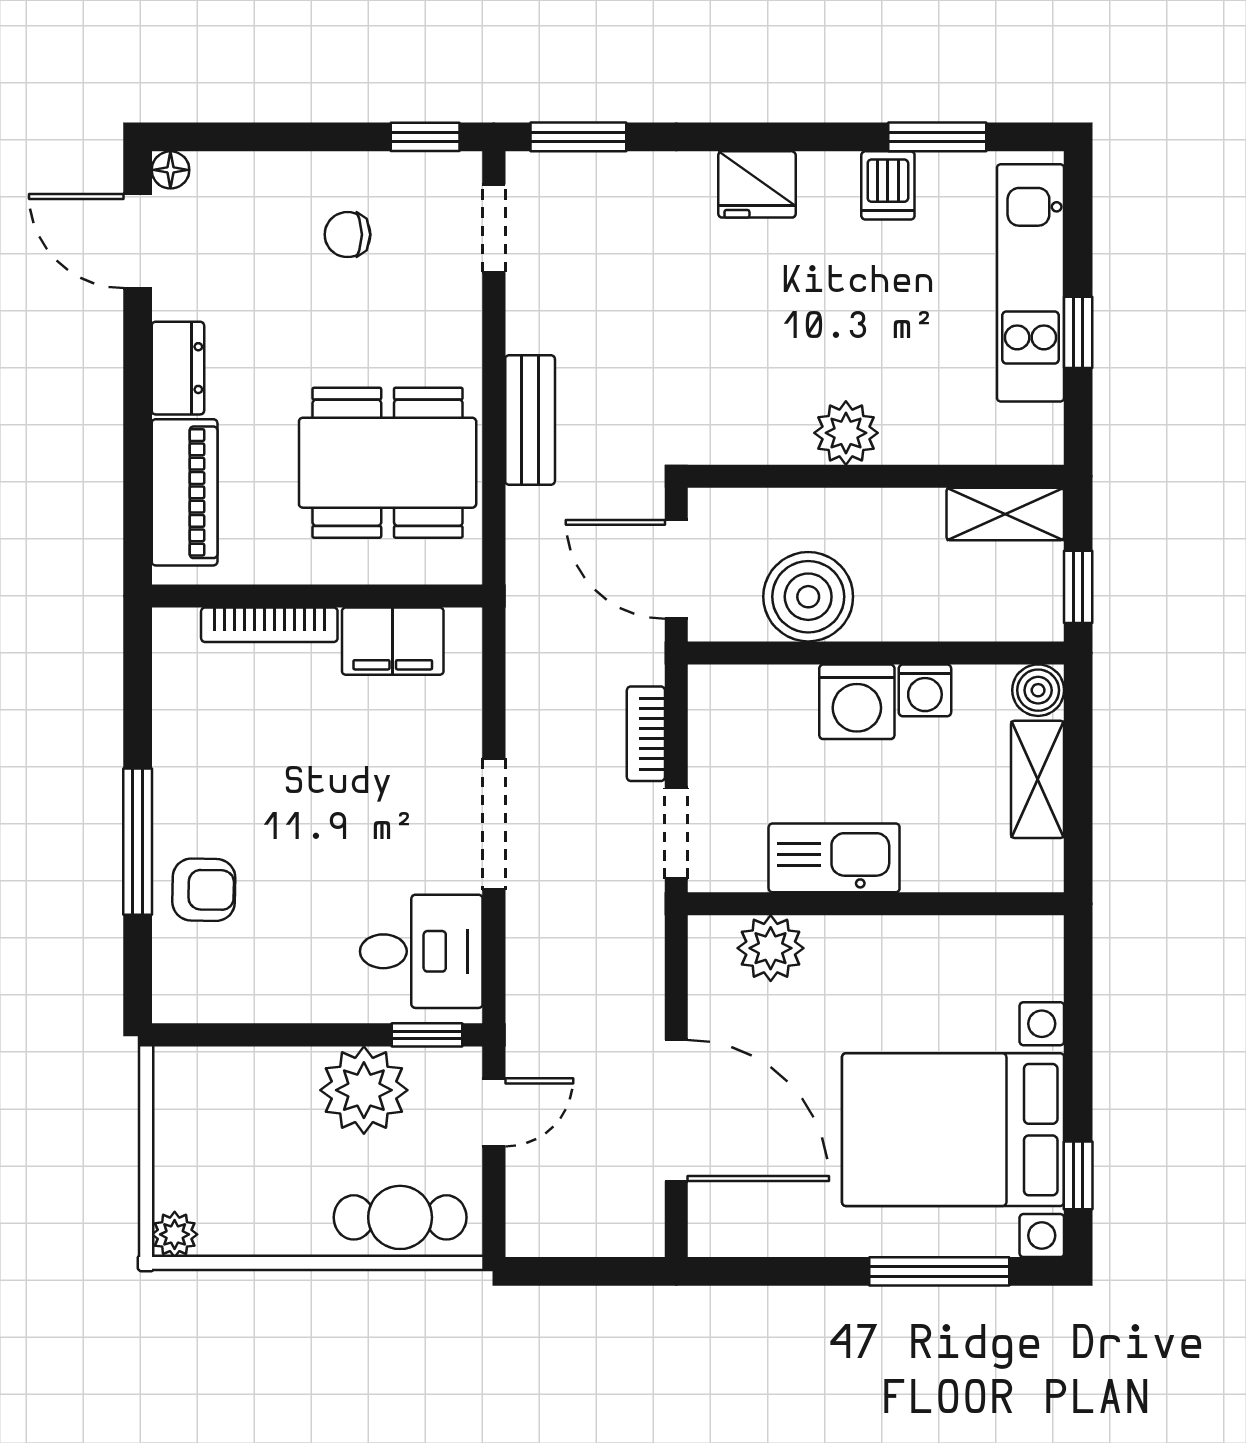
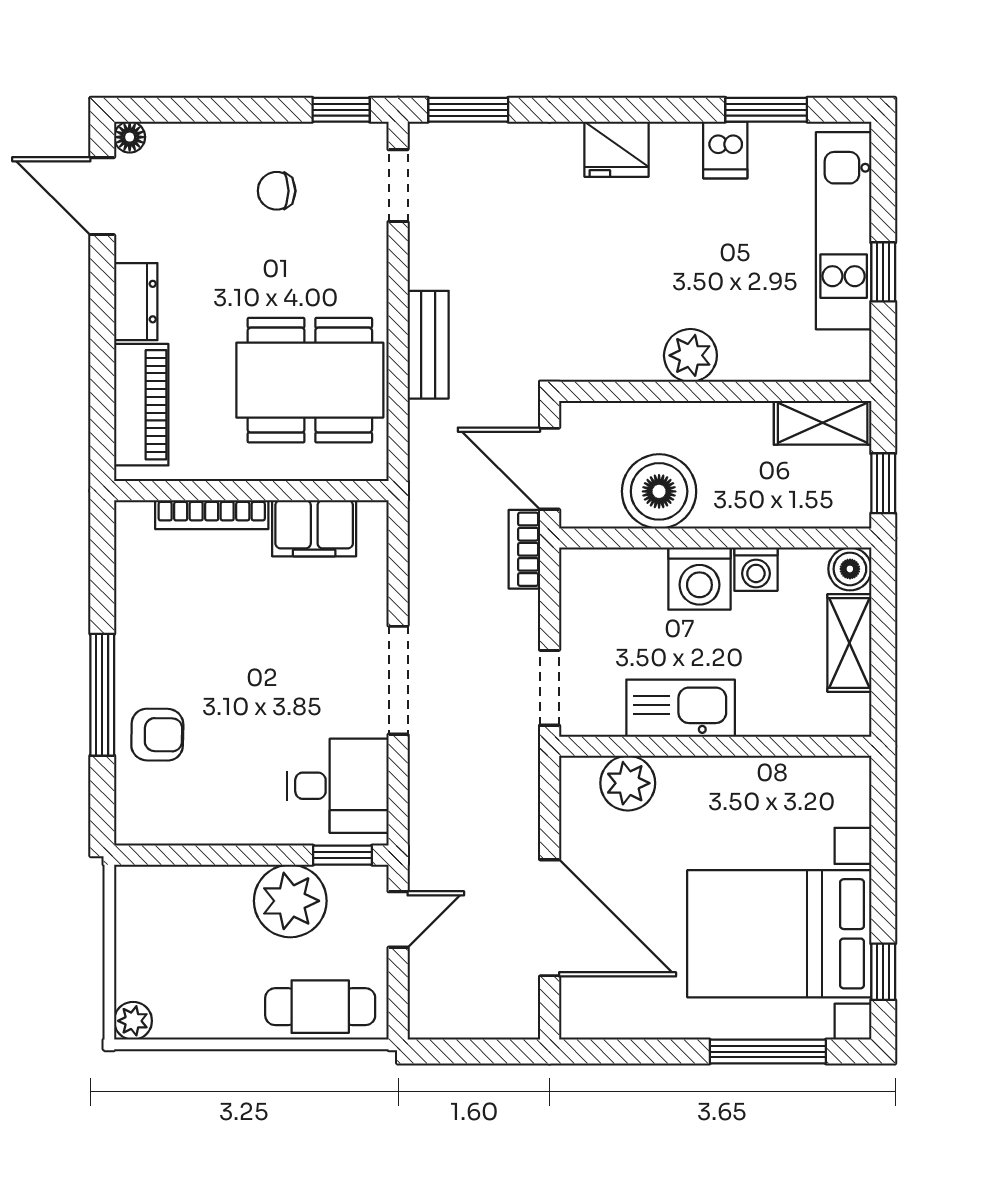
bookcase: (646, 734) -> (524, 549), moved

